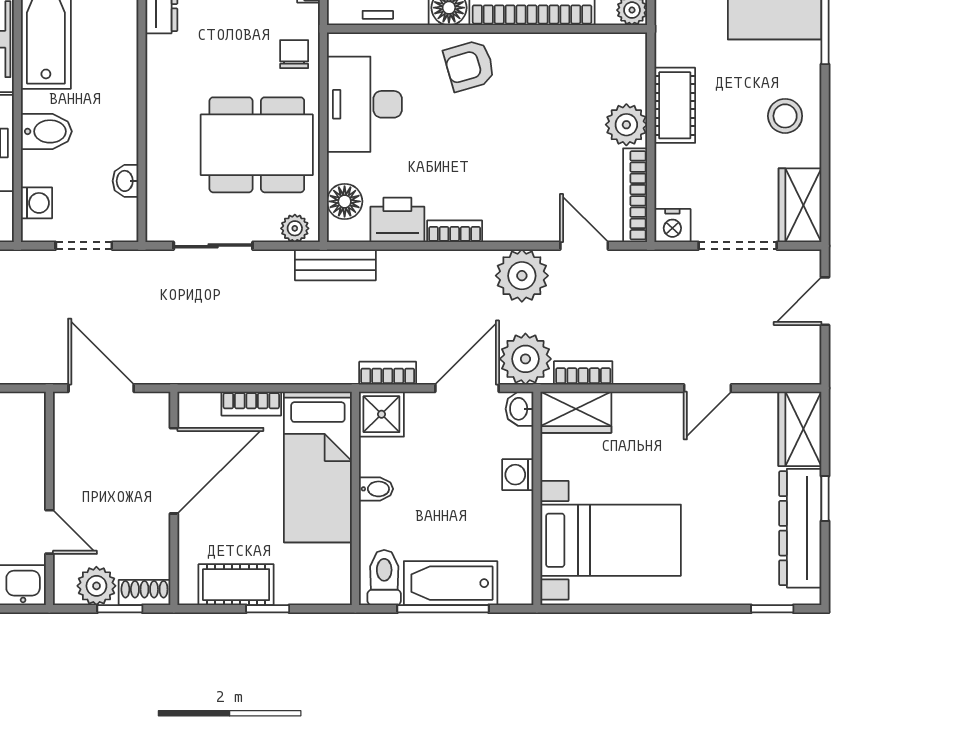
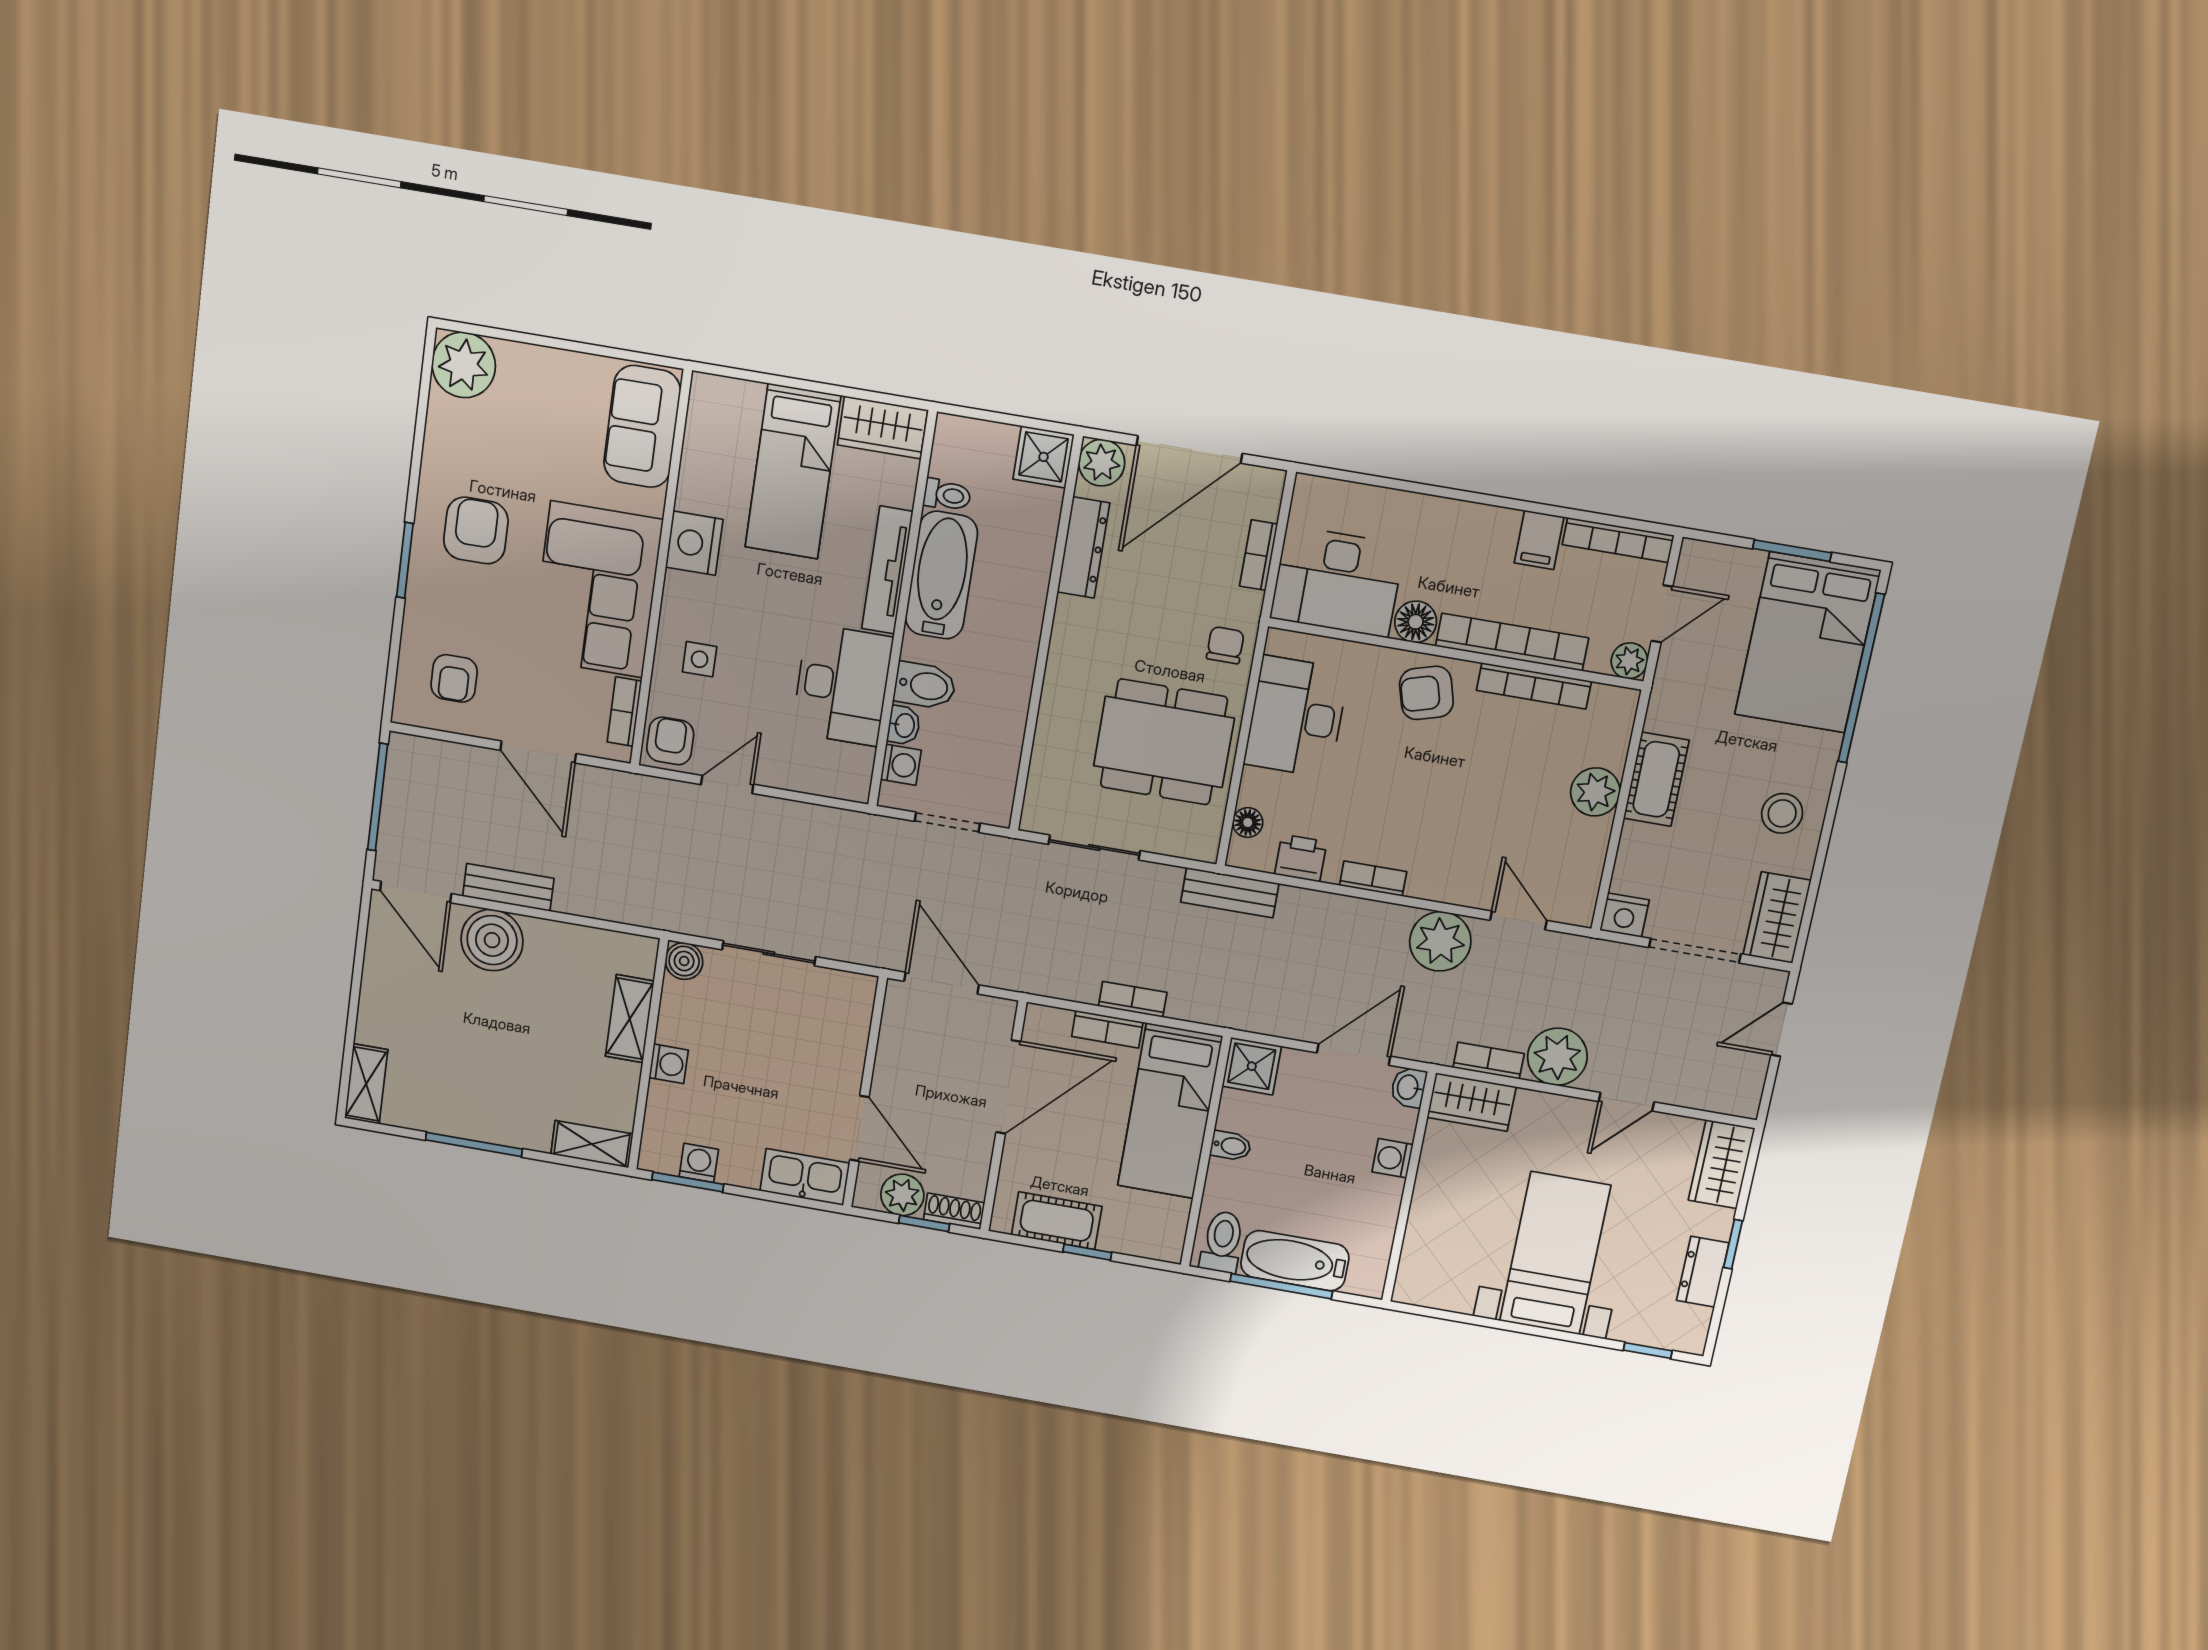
washbasin: (125, 181) -> (904, 725), moved, turned 180
bookcase: (635, 195) -> (1534, 686), moved, turned -90
floor lamp: (345, 201) -> (1248, 823), width x0.73, depth x0.73
printer: (397, 220) -> (1301, 858), width x0.73, depth x0.81
plant: (295, 228) -> (1191, 844), removed
plant: (525, 359) -> (1557, 1057), moved
bookcase: (388, 373) -> (1133, 999), moved
dresser: (800, 528) -> (1703, 1272), width x0.51, depth x0.80
door: (49, 532) -> (859, 1128), width x1.38
bed with nightstands: (611, 540) -> (1555, 1253), moved, turned -90

